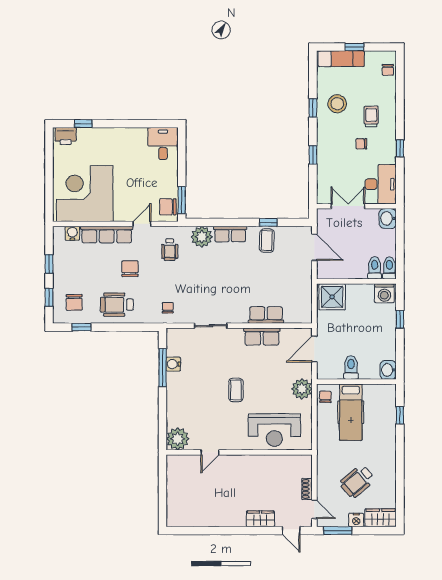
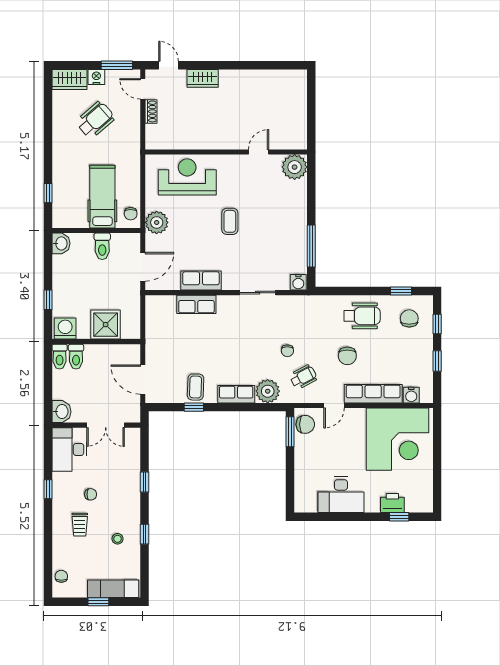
stool: (337, 104) -> (117, 539), width x0.53, depth x0.53
printer: (66, 136) -> (392, 503), moved
desk: (163, 144) -> (341, 495), moved, width x1.37
wheelchair: (170, 250) -> (303, 377), turned 62
shower: (332, 297) -> (106, 325), moved
chair: (168, 308) -> (287, 351), moved
water cooler: (173, 364) -> (298, 282), moved, turned 90

